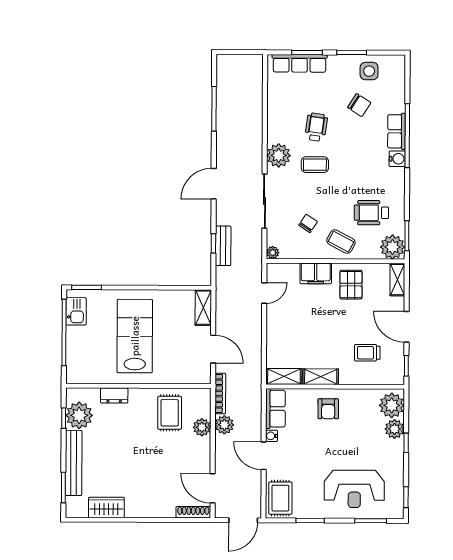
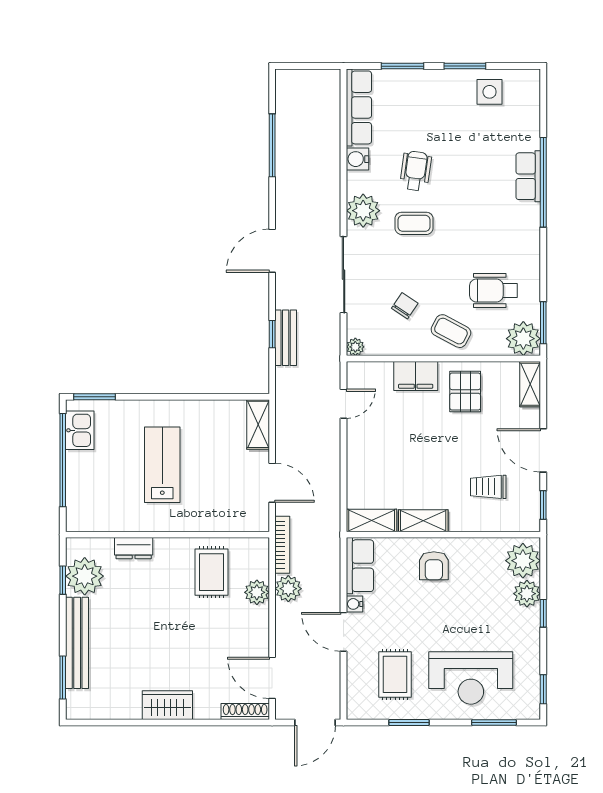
row of seats: (300, 63) -> (359, 107), moved, turned -90
chair: (359, 105) -> (476, 140), removed
water cooler: (397, 159) -> (357, 159), moved, turned 180
lab bench: (135, 336) -> (162, 465), width x0.73, depth x0.72
rug: (280, 498) -> (395, 674), moved
wardrobe: (106, 507) -> (167, 705), moved

